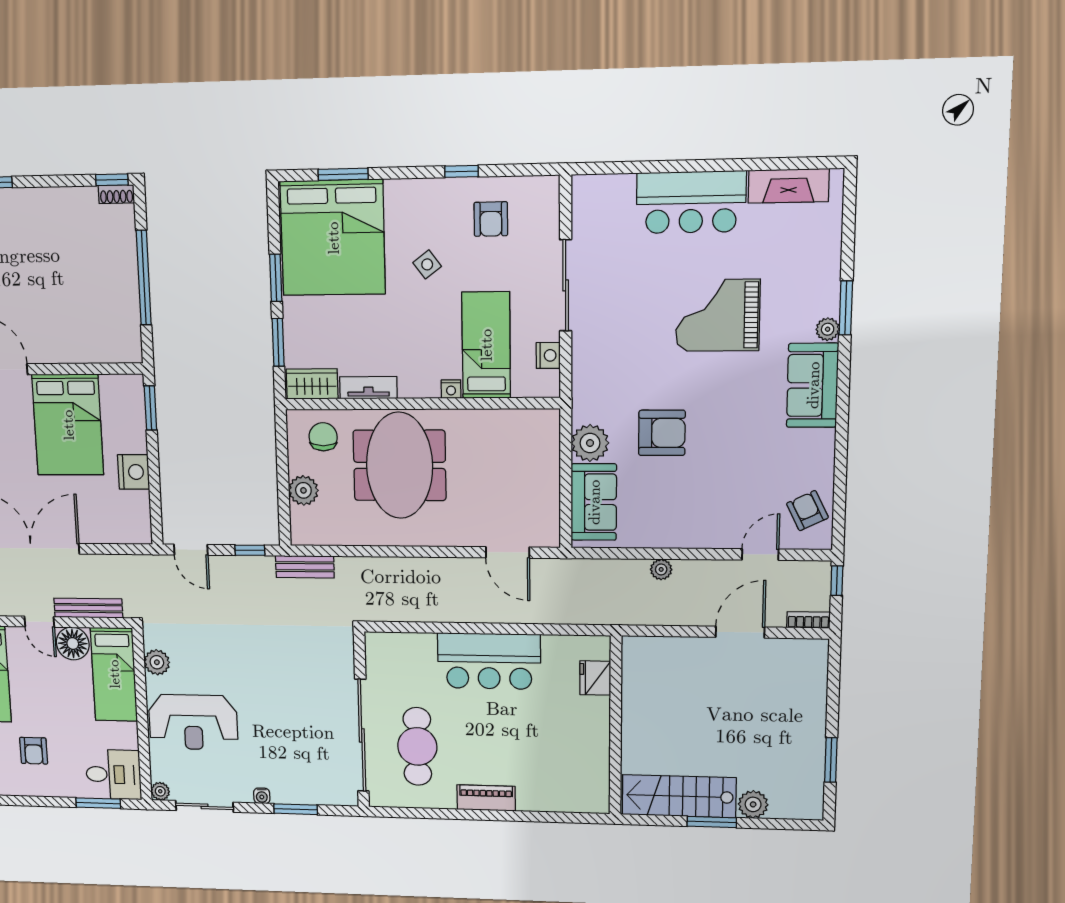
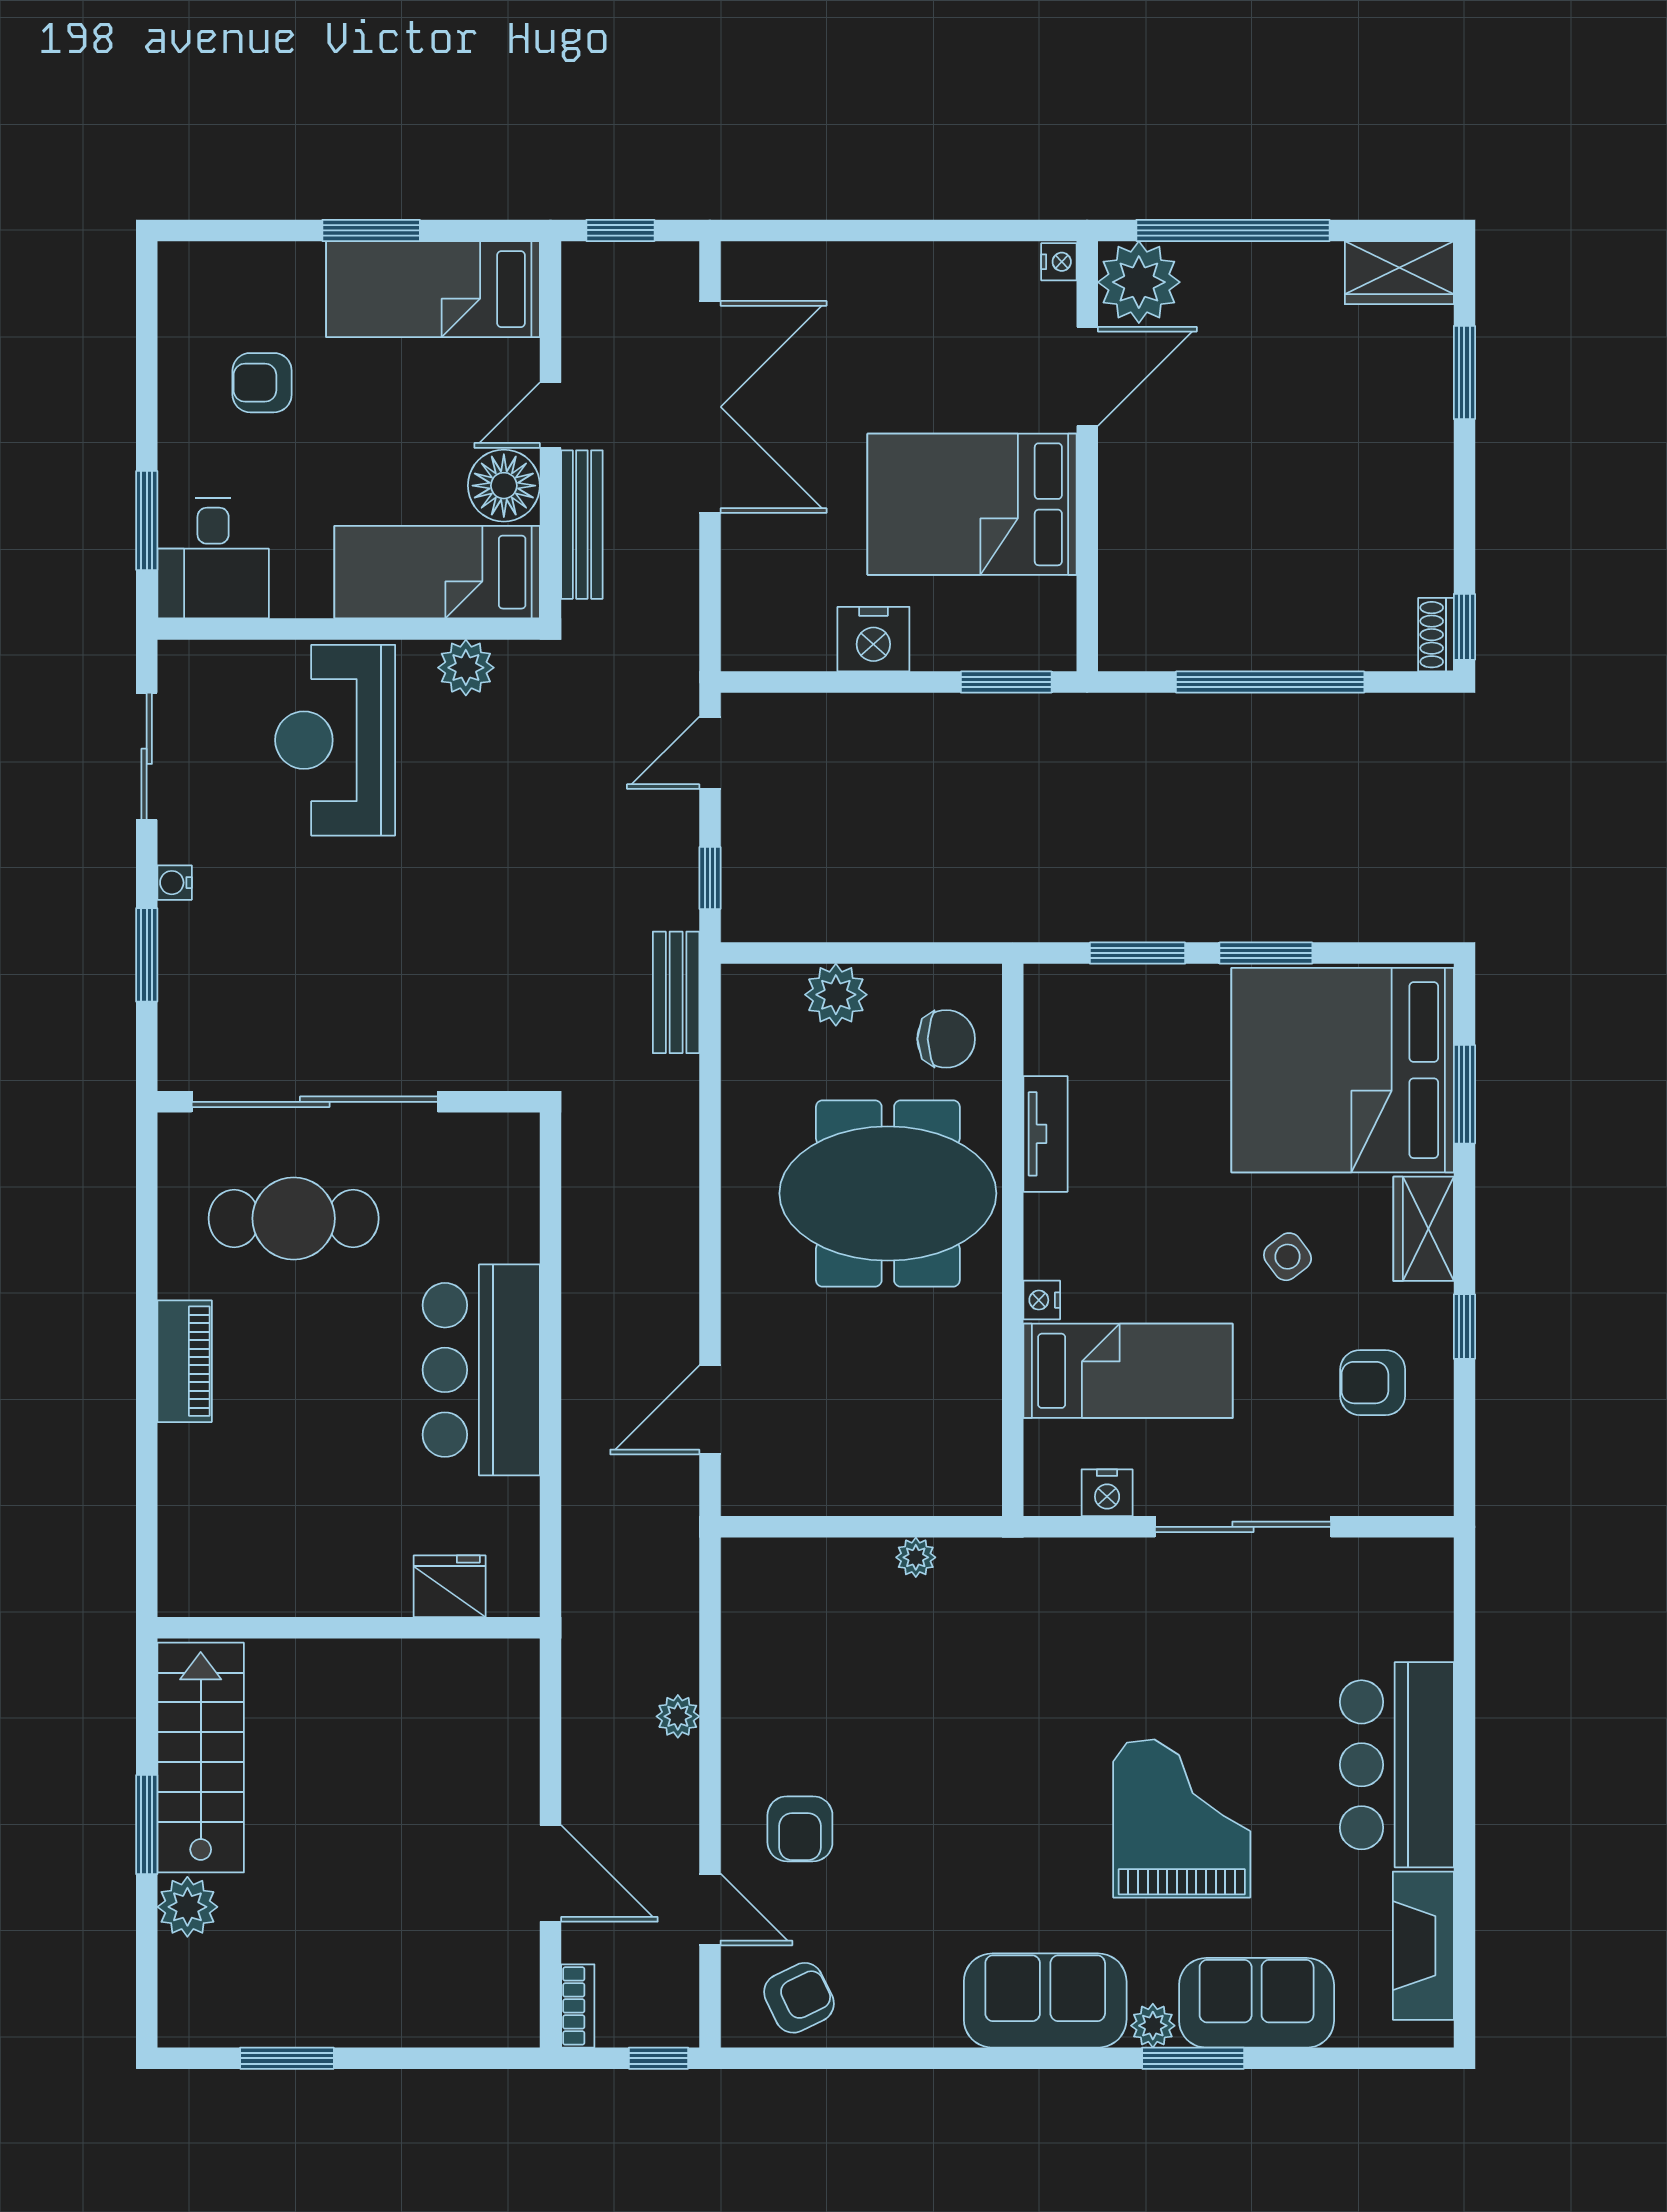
wardrobe: (312, 384) -> (1424, 1229), moved, turned 180
armchair: (662, 433) -> (800, 1829), moved, width x0.72, depth x0.72
plant: (590, 443) -> (916, 1557), width x0.53, depth x0.53
sofa: (594, 502) -> (1257, 2003), moved, turned 180
plant: (160, 791) -> (178, 660), removed

